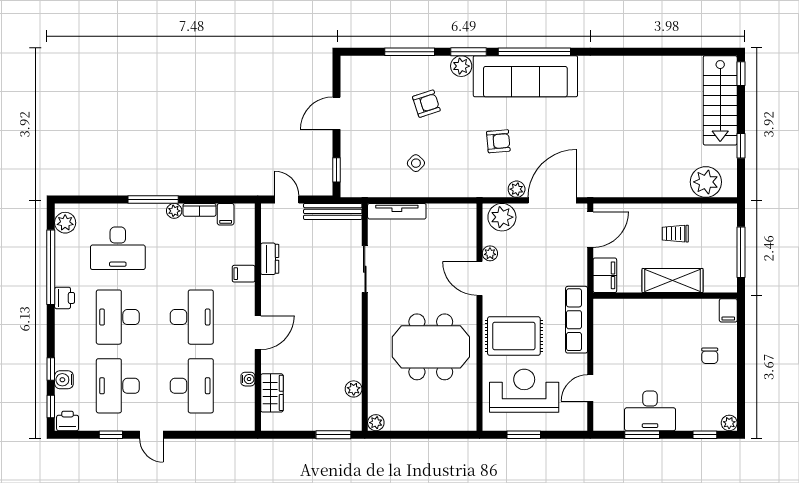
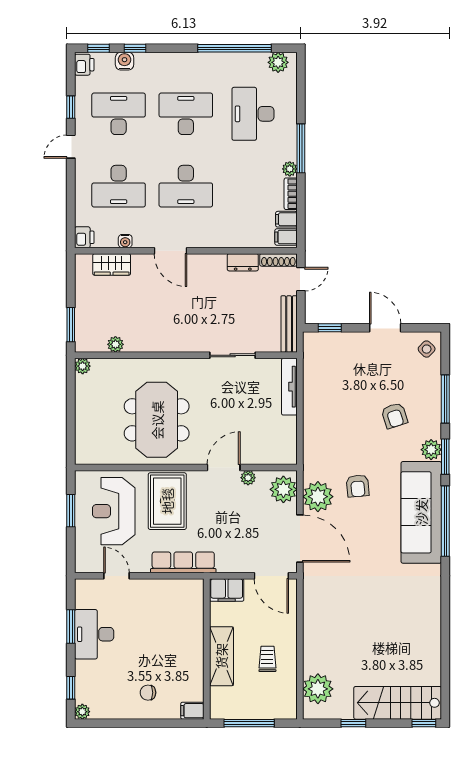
side table: (416, 163) -> (427, 349), moved
plant: (517, 189) -> (318, 497), width x1.87, depth x1.87
shoe rack: (267, 222) -> (278, 260), added
filing cabinet: (244, 274) -> (286, 237), moved, turned -90
printer: (65, 298) -> (84, 237), moved, turned -90
reception desk: (524, 391) -> (114, 511), turned 180

